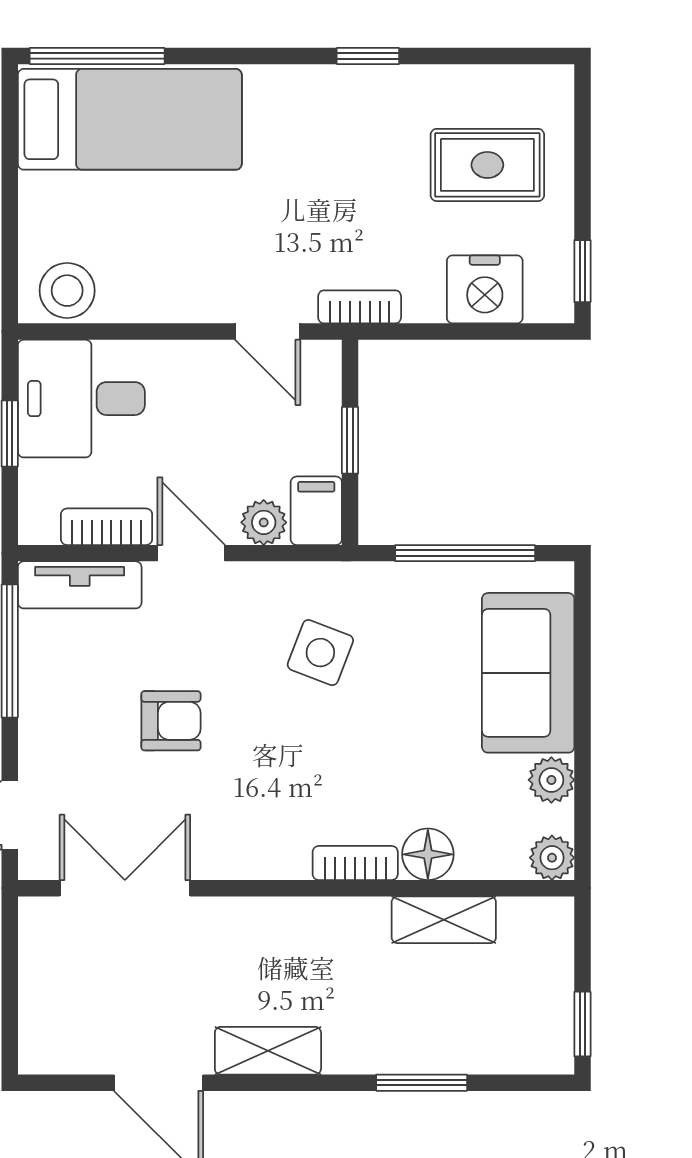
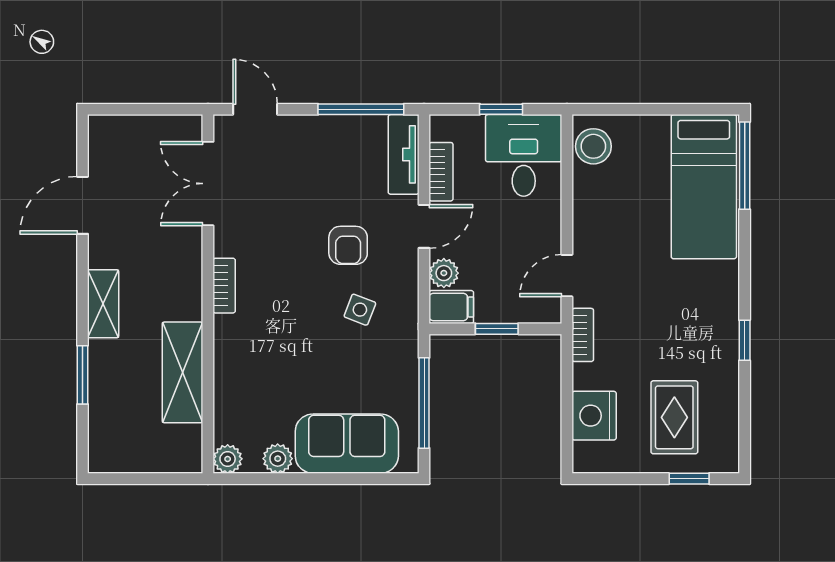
window: (582, 271) -> (689, 479), moved
side table: (320, 653) -> (360, 310), width x0.73, depth x0.73
armchair: (171, 721) -> (348, 245), moved
floor lamp: (428, 854) -> (230, 379), removed
bookcase: (355, 863) -> (224, 286), moved
double door: (125, 888) -> (208, 184), swing flipped
shelving: (444, 920) -> (183, 372), width x1.50, depth x1.33
window: (582, 1024) -> (120, 479), removed
shelving: (268, 1051) -> (103, 304), moved

